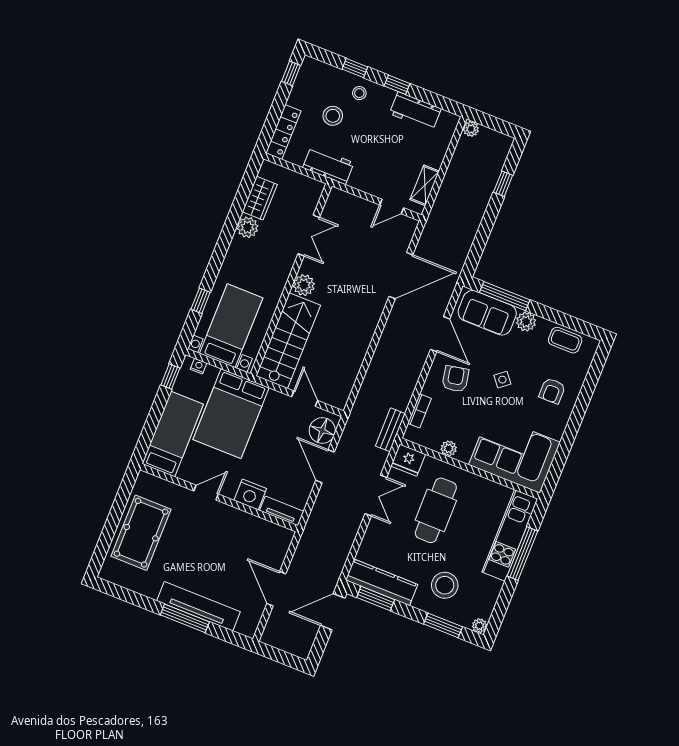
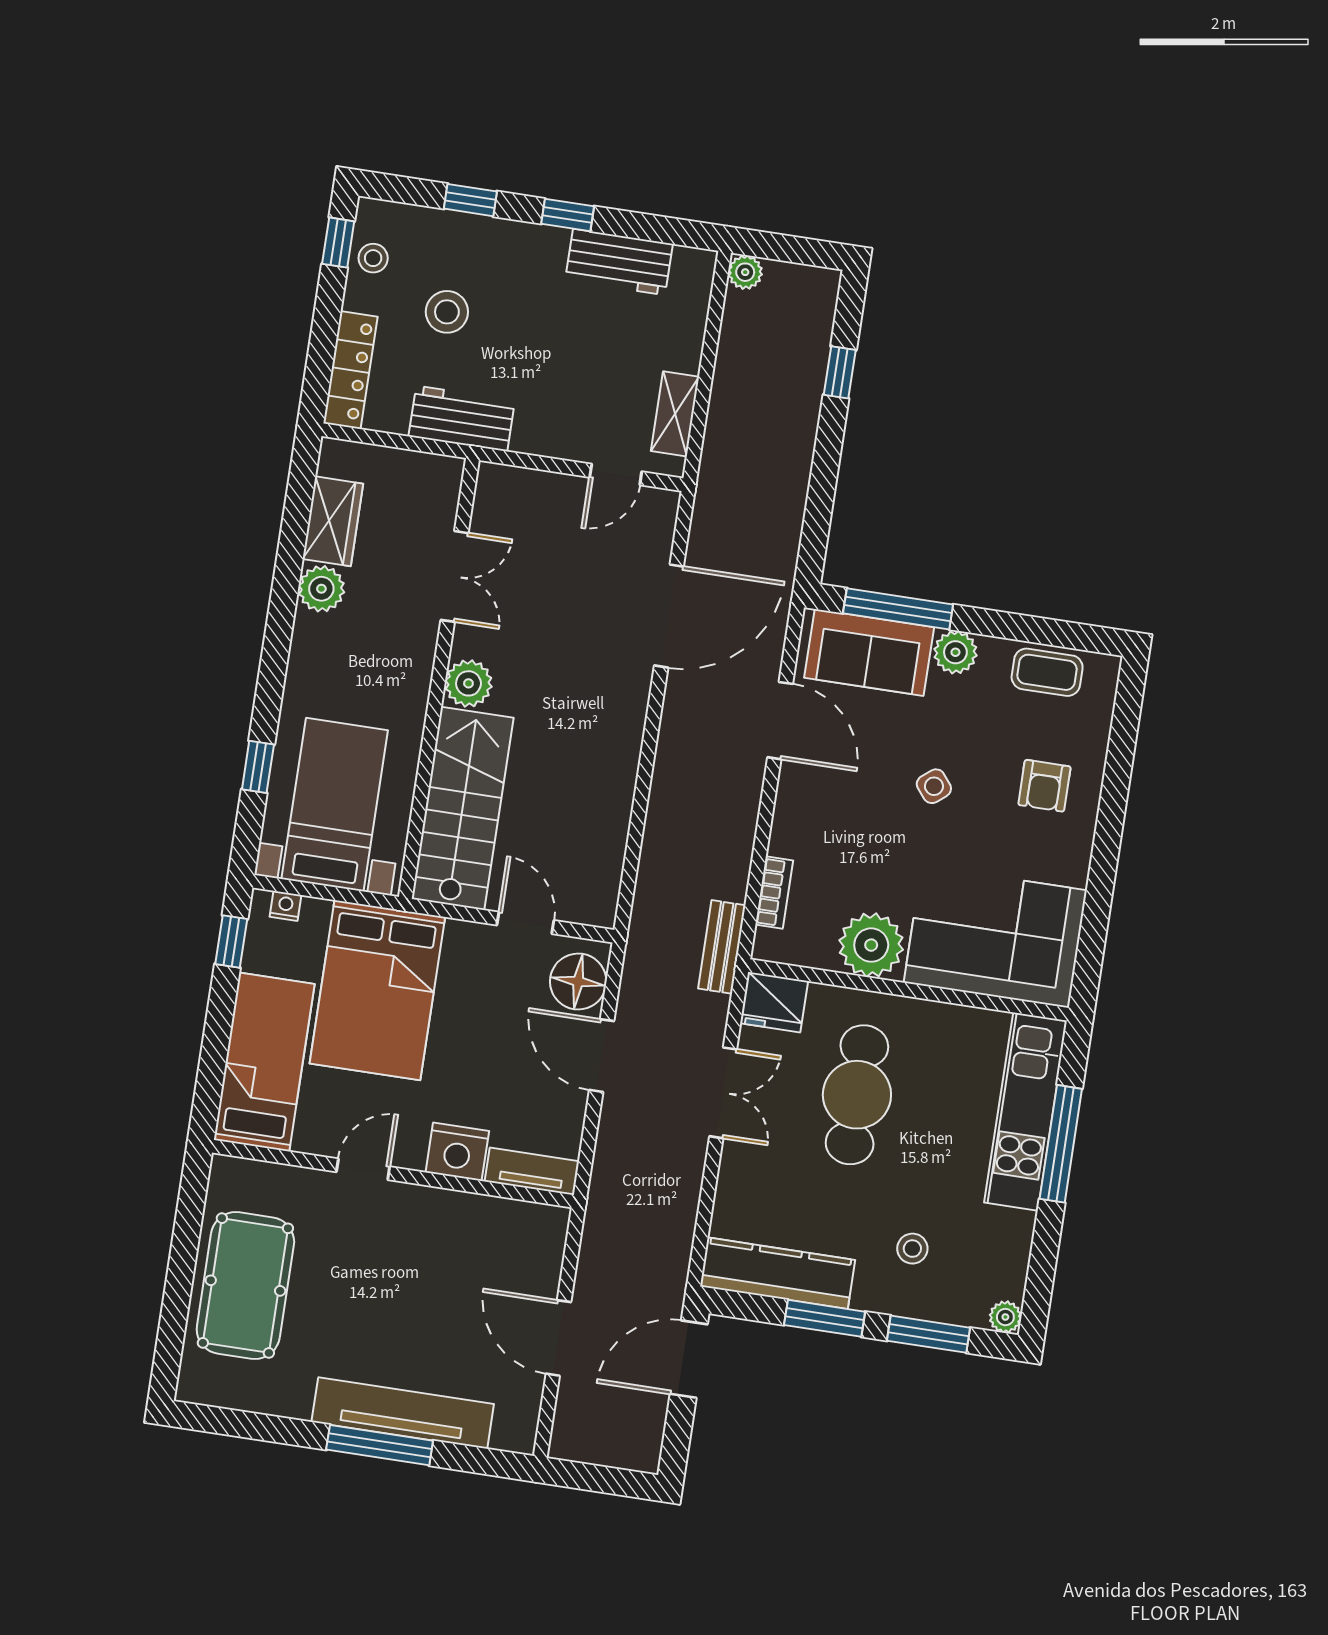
stool: (359, 93) -> (373, 258), moved
armchair: (455, 379) -> (834, 808), removed
plant: (449, 448) -> (871, 945), width x1.87, depth x1.87
stool: (445, 585) -> (912, 1249), width x0.53, depth x0.53
window: (376, 599) -> (825, 1318), moved

